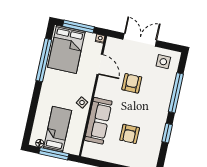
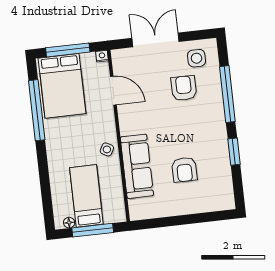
armchair: (132, 83) -> (184, 88), moved

